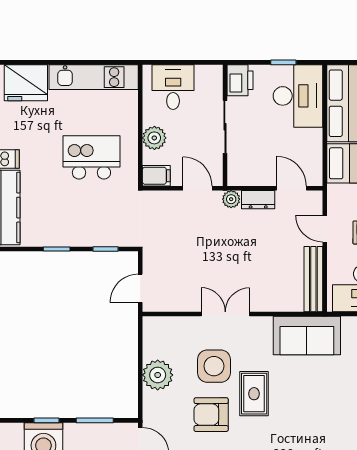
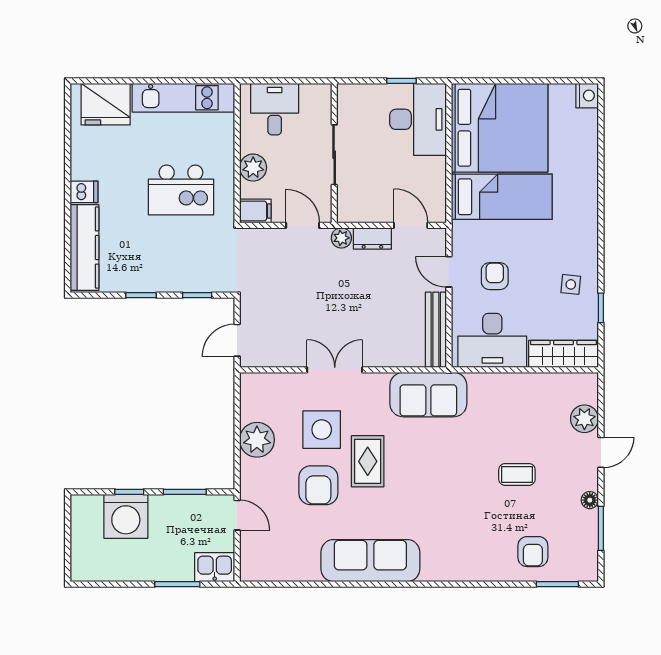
printer: (240, 80) -> (352, 101), removed
kitchen island: (91, 157) -> (181, 190), turned 180
armchair: (211, 415) -> (318, 485), turned -90

